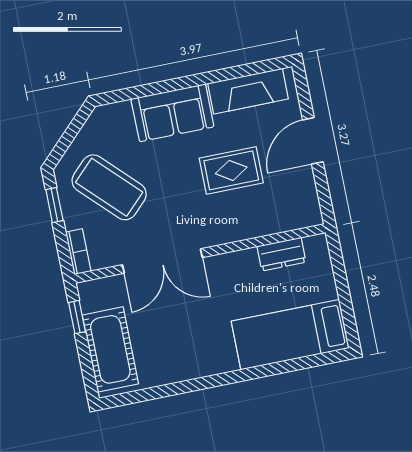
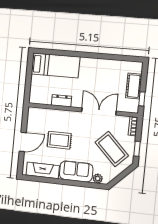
plant: (120, 112) -> (98, 179), added
dresser: (281, 254) -> (62, 101), moved
cot: (110, 349) -> (134, 86), width x0.73, depth x0.75

